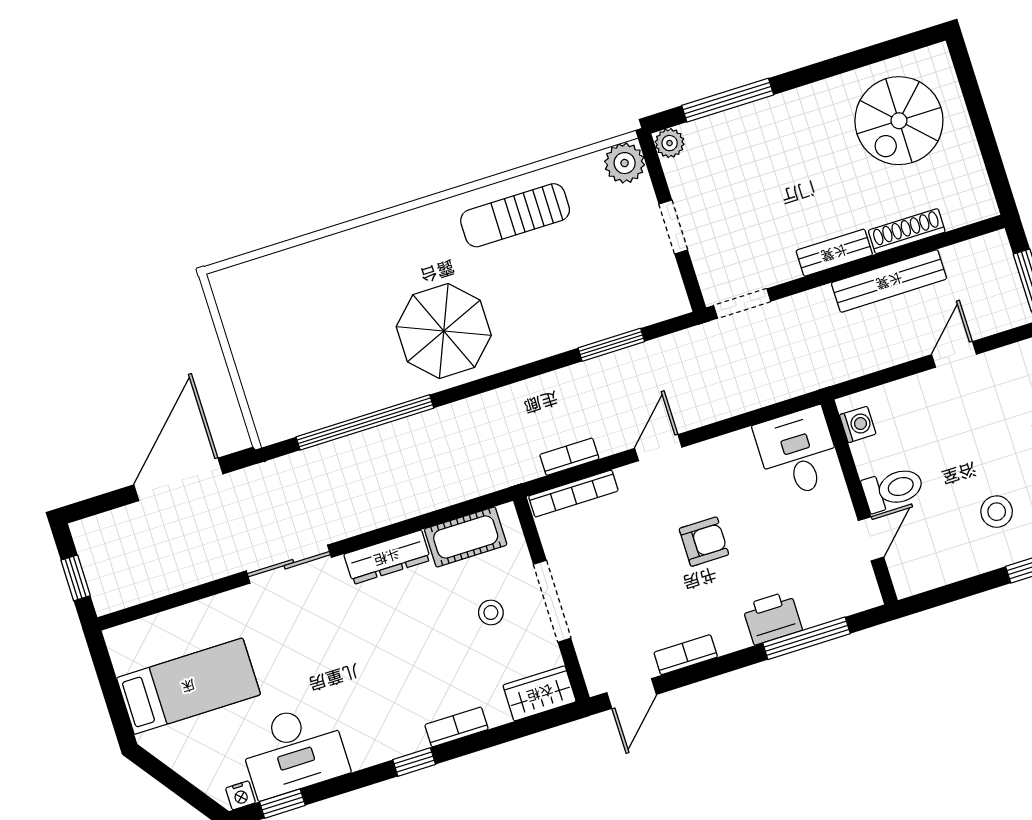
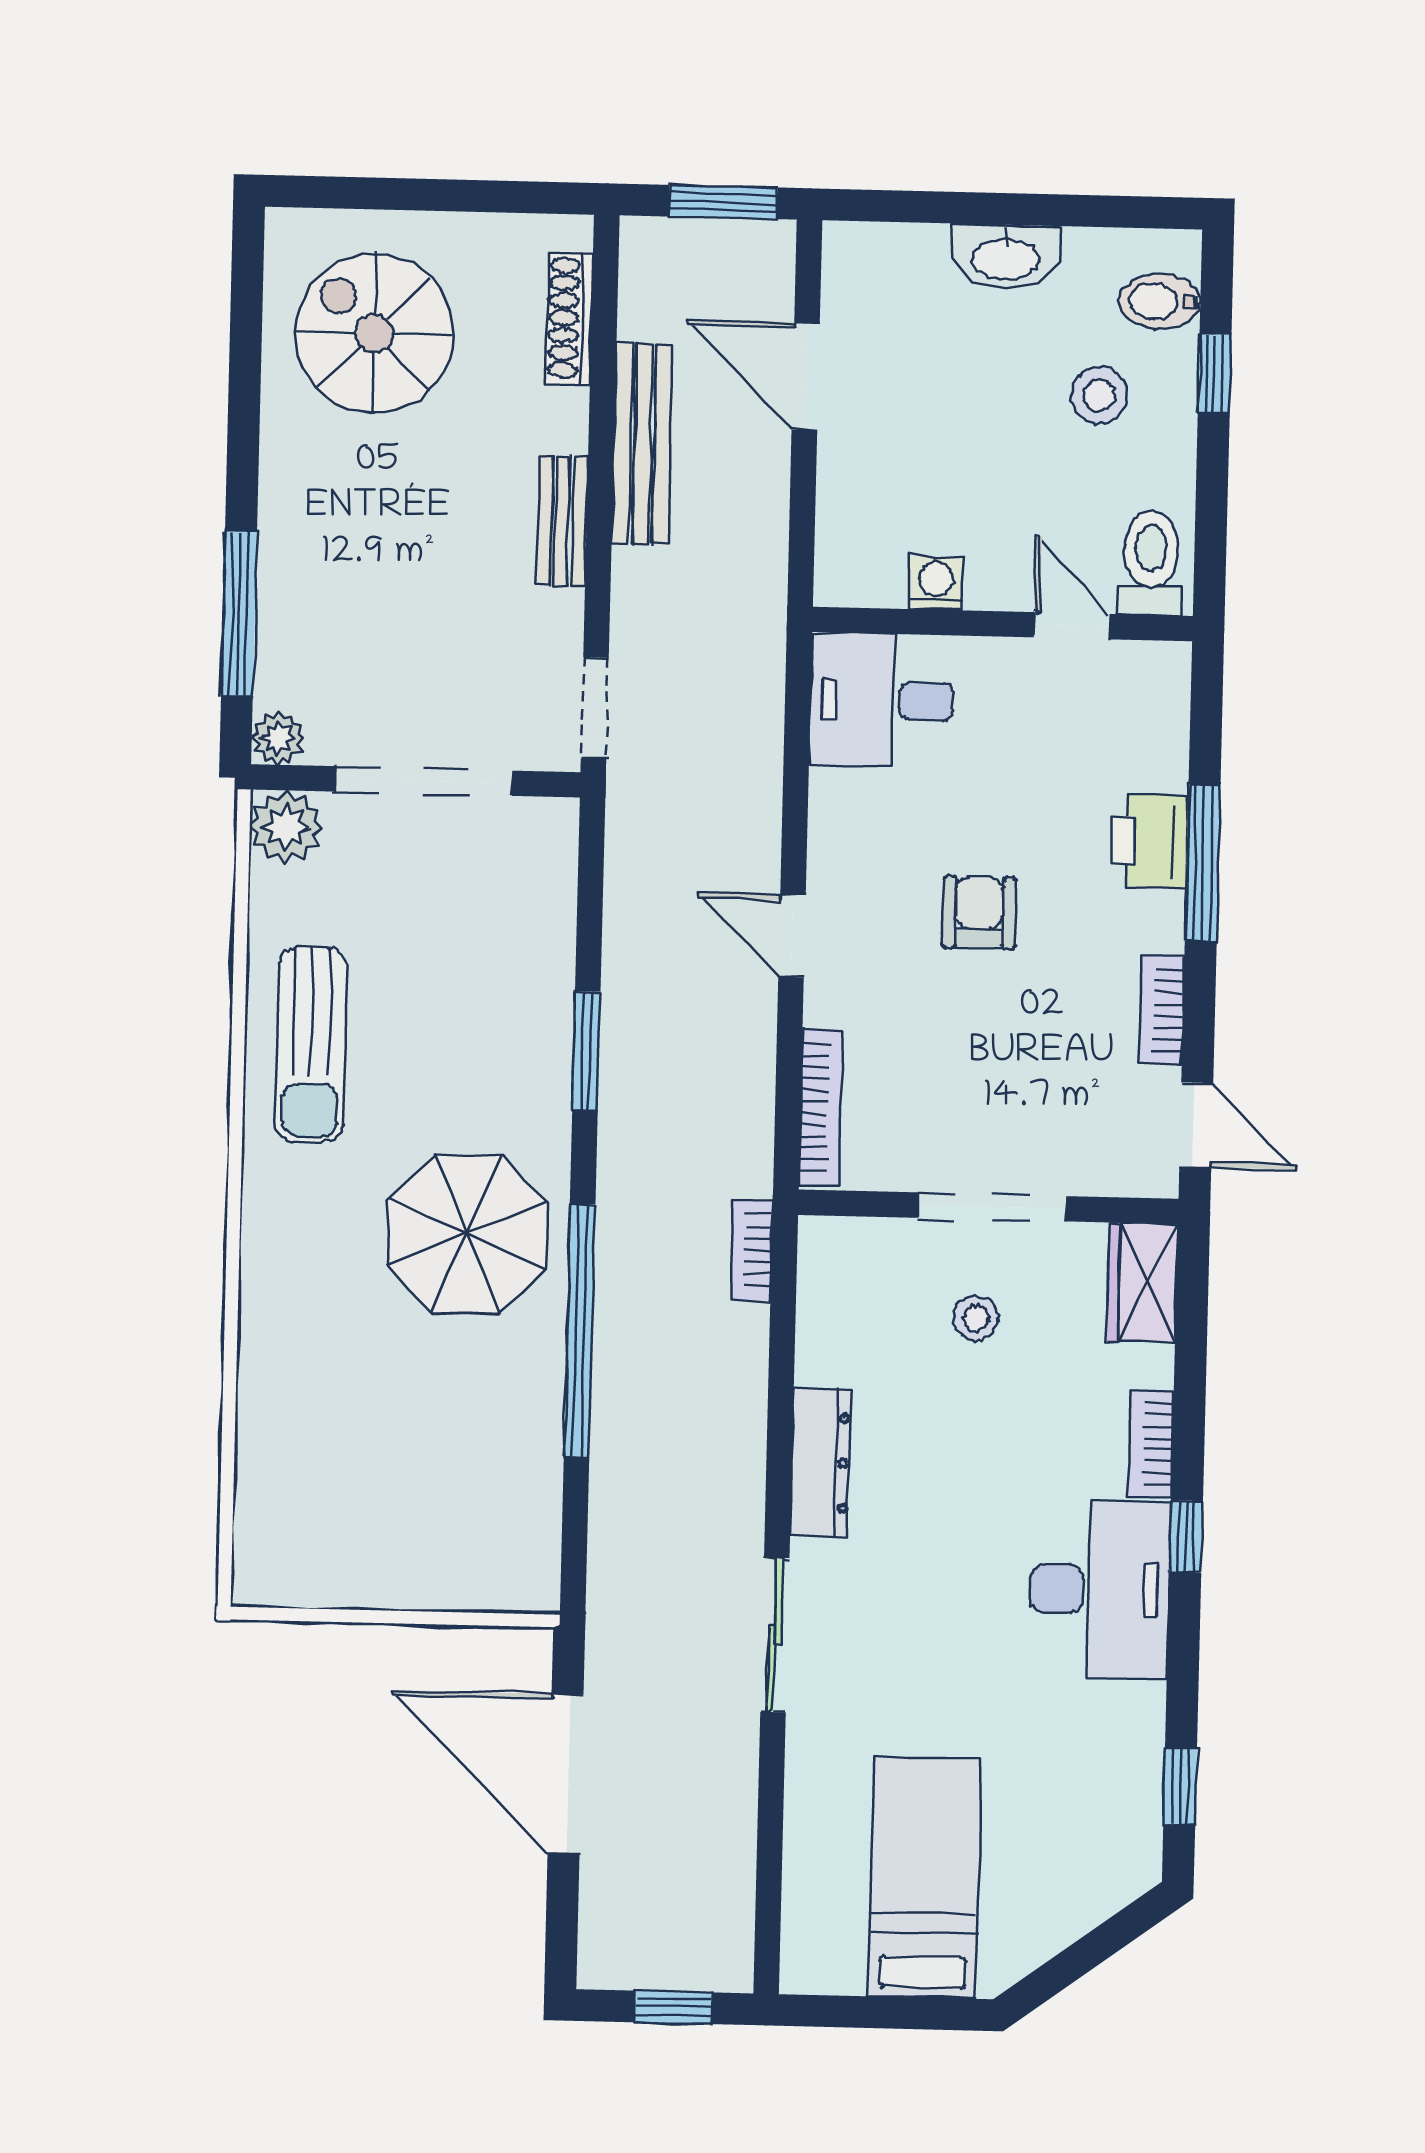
spiral stairs: (899, 121) -> (374, 333), turned 180
doorway: (673, 227) -> (424, 781), width x1.88
shoe rack: (907, 231) -> (569, 318), moved
window: (611, 345) -> (586, 1051), moved
door: (954, 354) -> (806, 376), width x1.38
window: (365, 422) -> (580, 1331), moved
washing machine: (858, 424) -> (936, 583), moved
bookcase: (569, 457) -> (752, 1250), moved
toilet: (893, 489) -> (1151, 563), moved
cot: (466, 537) -> (832, 1317), removed
window: (806, 638) -> (1203, 863), moved
desk: (294, 750) -> (1100, 1590), moved
nightstand: (241, 795) -> (1142, 1853), removed

